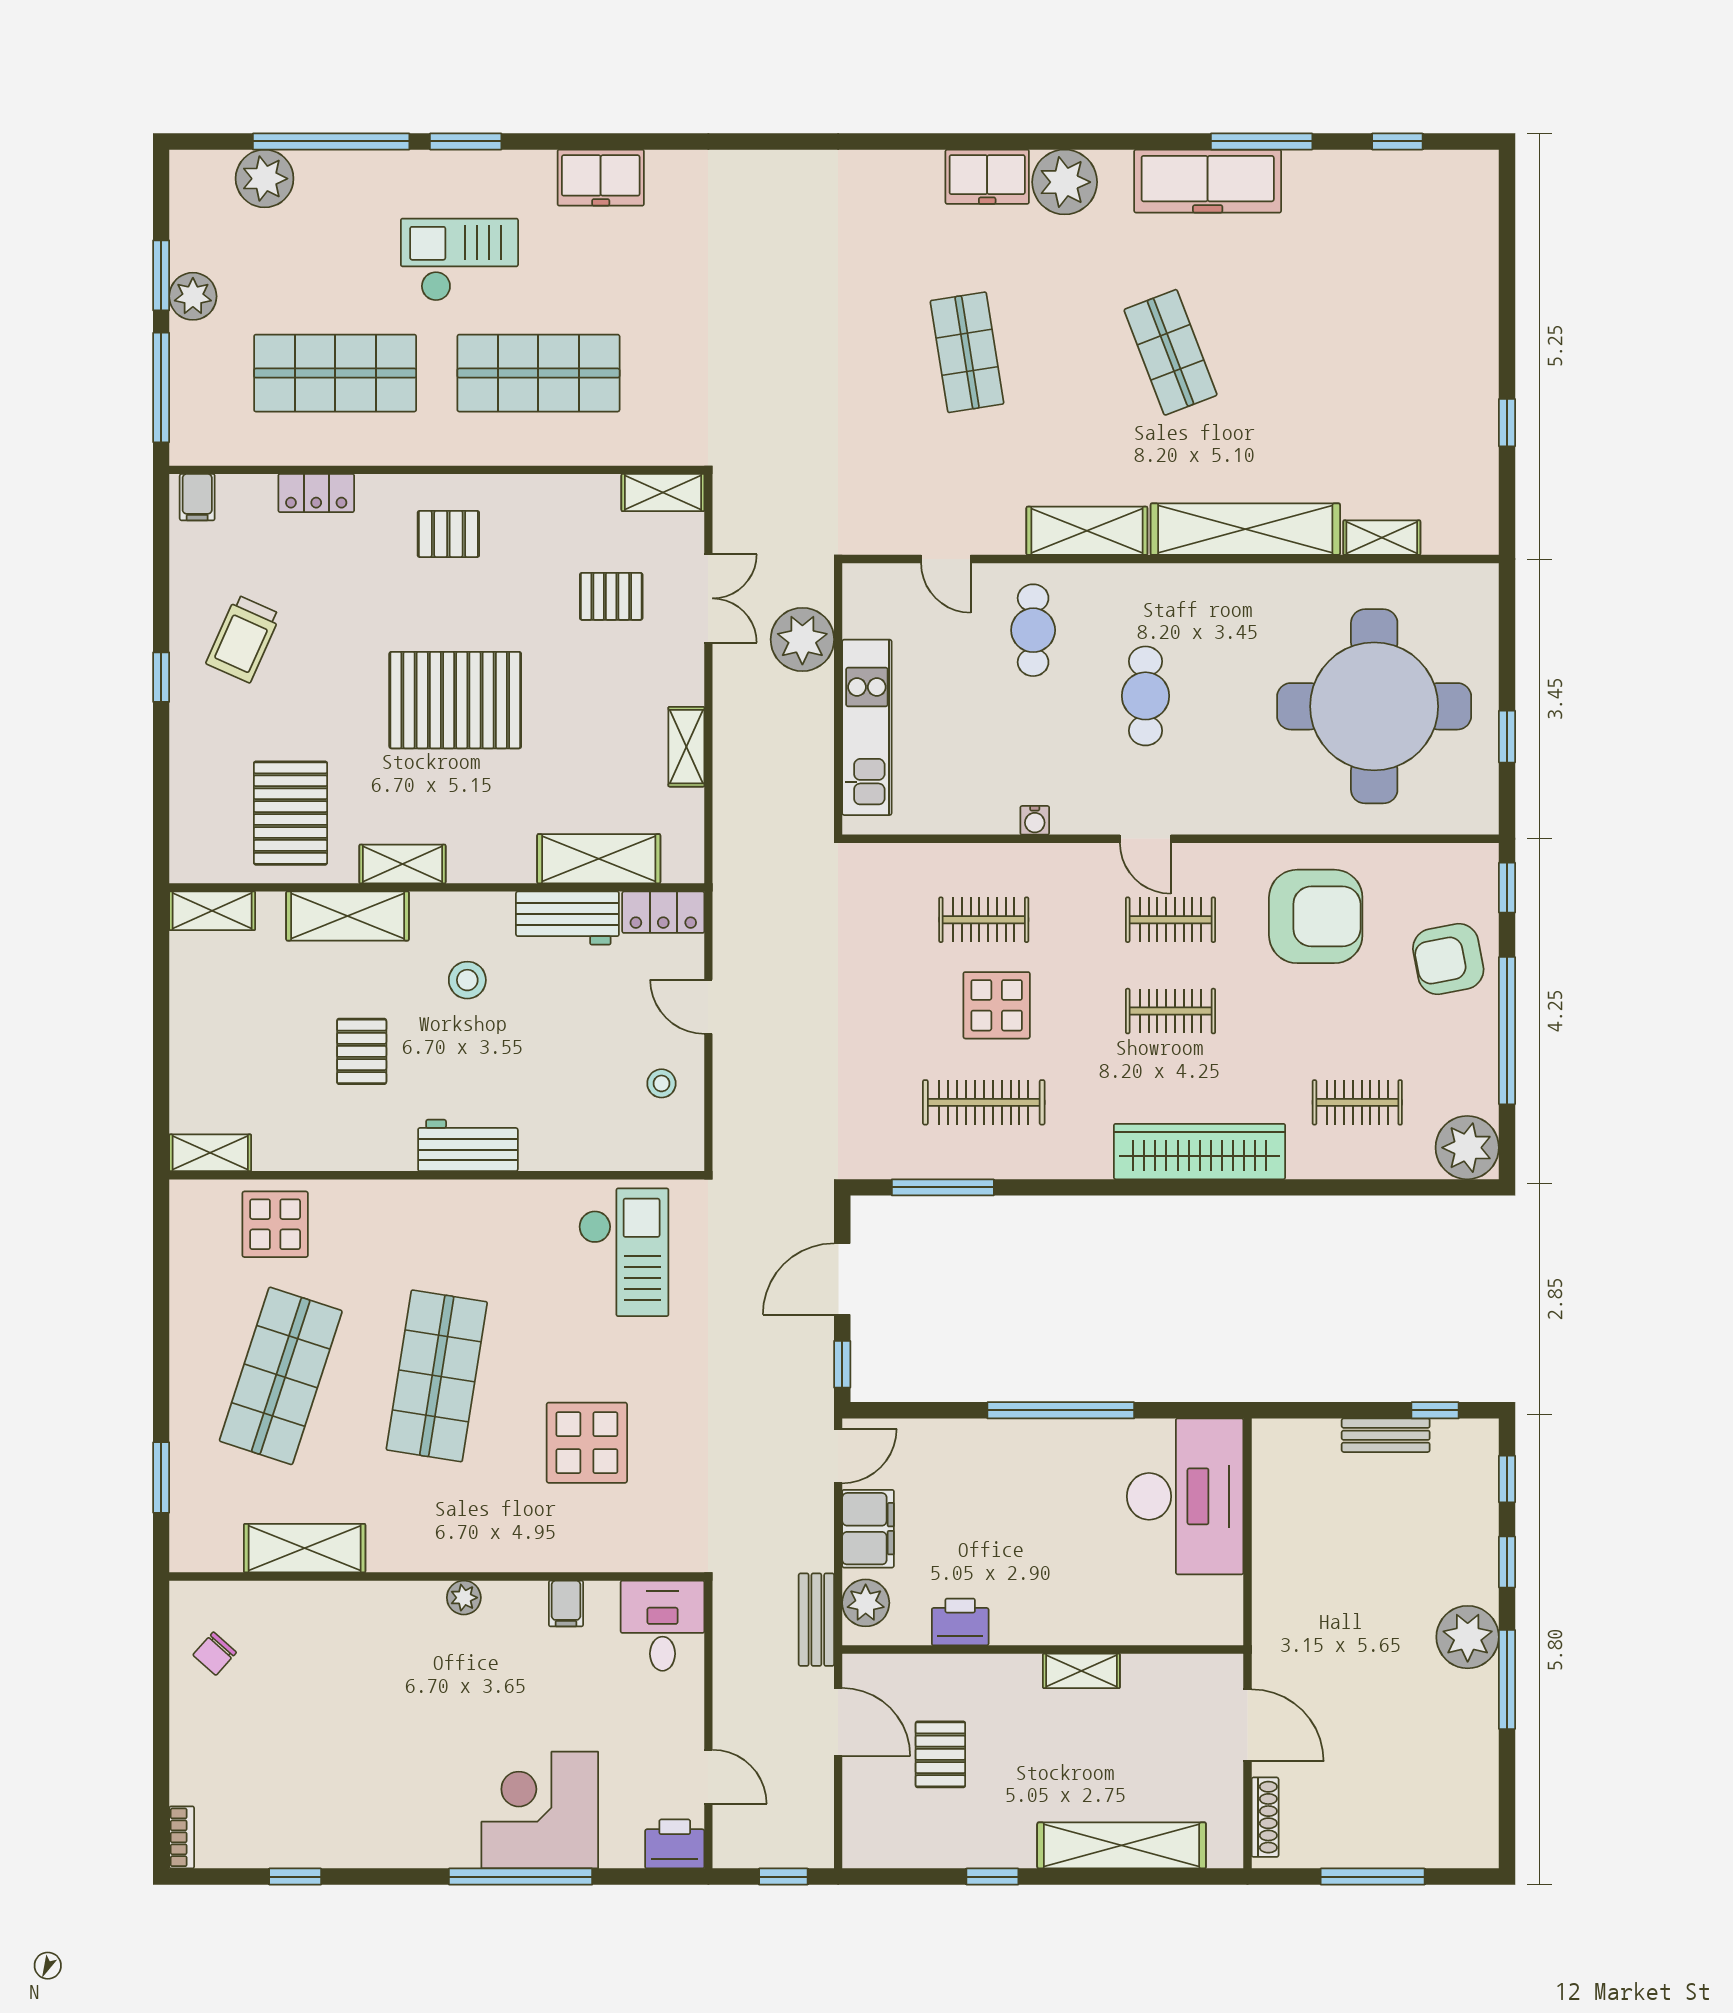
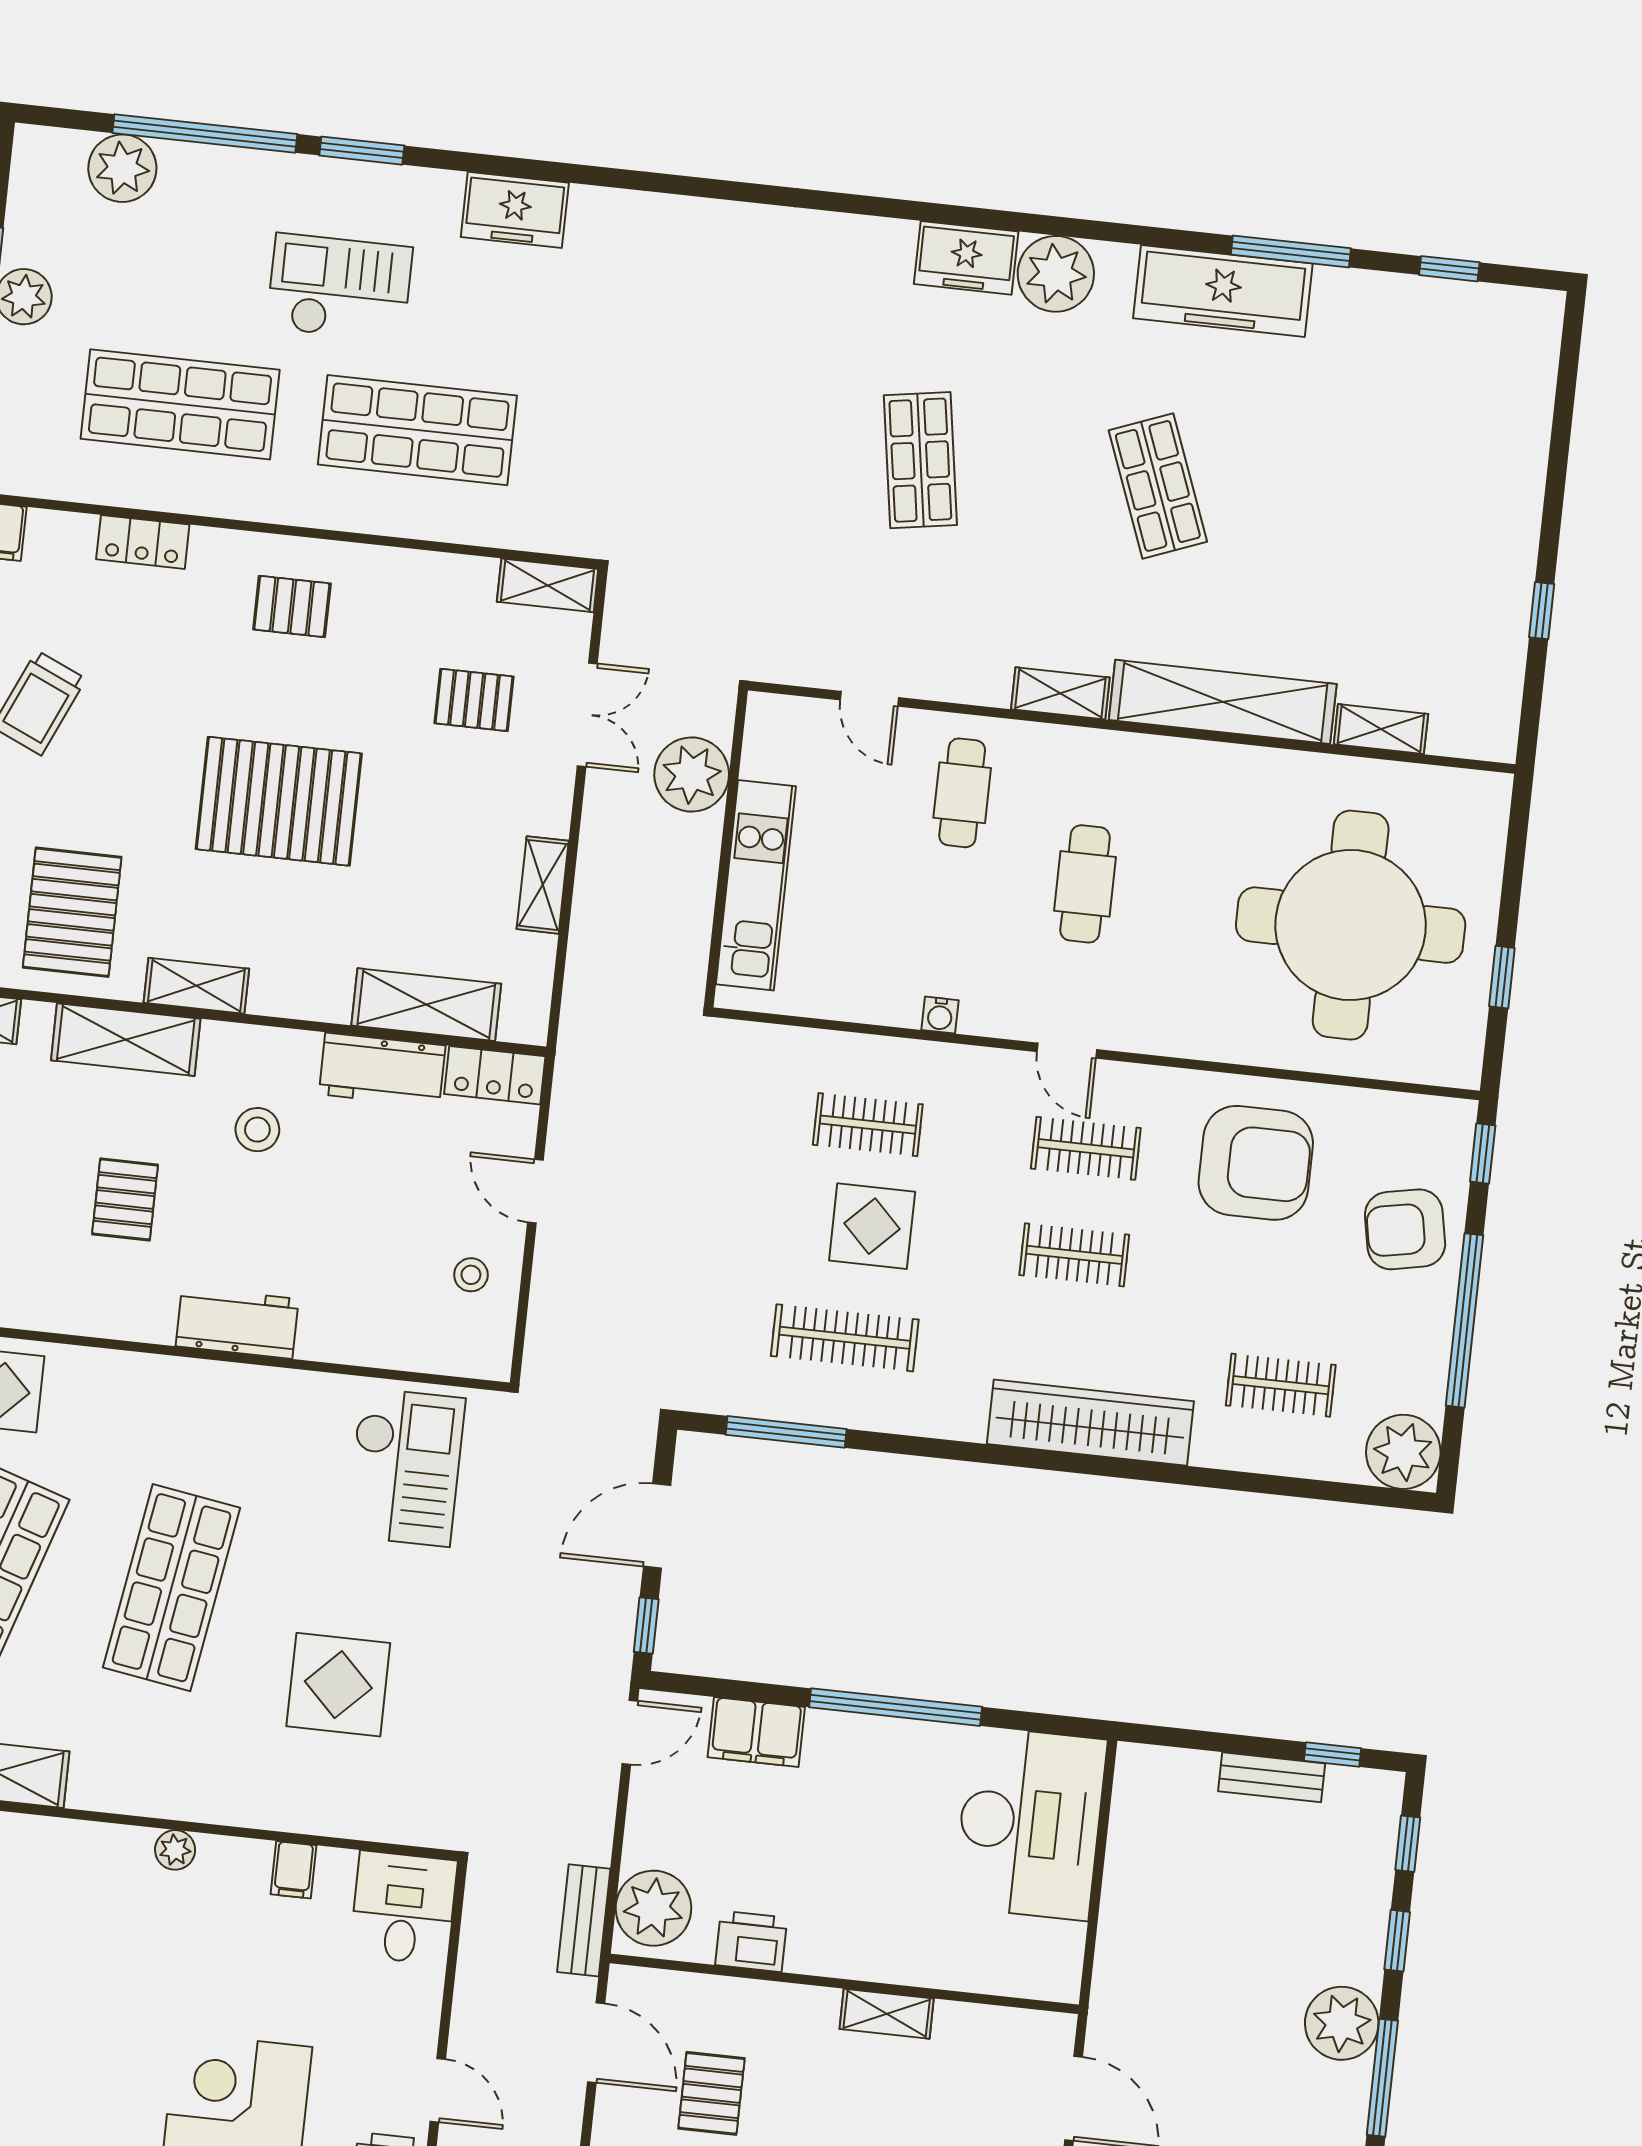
shelving: (1087, 531) -> (1060, 693), width x0.67, depth x0.75
filing cabinet: (868, 1529) -> (756, 1732), moved, turned 90
plant: (866, 1603) -> (653, 1908), width x1.36, depth x1.36

